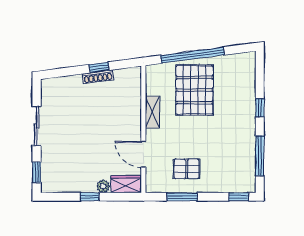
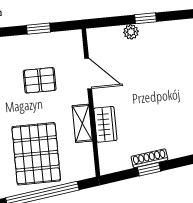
pallet: (187, 169) -> (40, 80), moved
wardrobe: (126, 184) -> (105, 124), moved, turned -90
window: (182, 197) -> (38, 29), width x0.67

